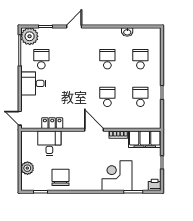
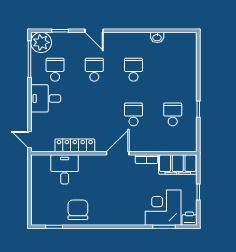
door: (74, 26) -> (94, 31), swing flipped
school desk: (140, 59) -> (94, 70), moved
locker: (52, 123) -> (75, 145), width x1.53
door: (94, 130) -> (118, 153), hinge flipped
plant: (27, 168) -> (38, 199), removed
corner desk: (117, 176) -> (163, 208), moved

